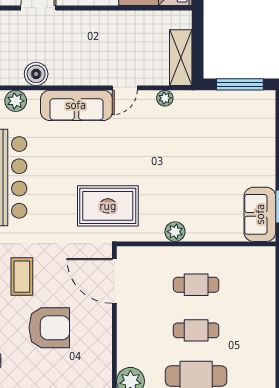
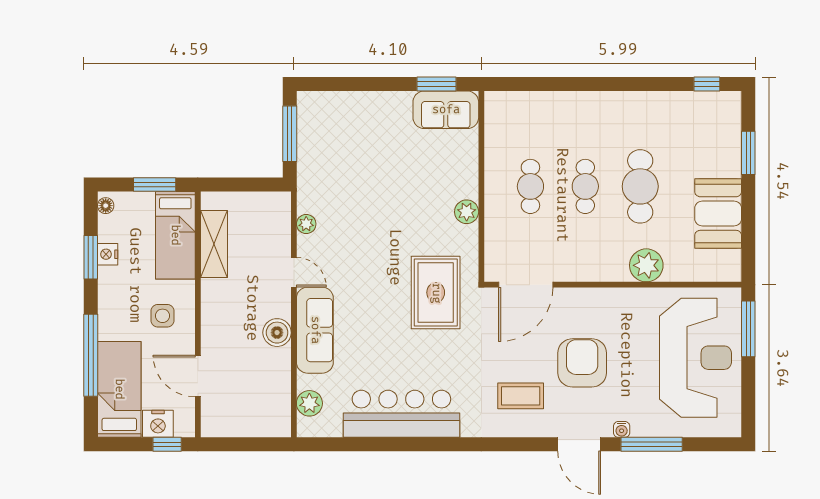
shelving: (181, 58) -> (214, 244), moved, turned 90
boiler: (36, 74) -> (277, 333), moved

